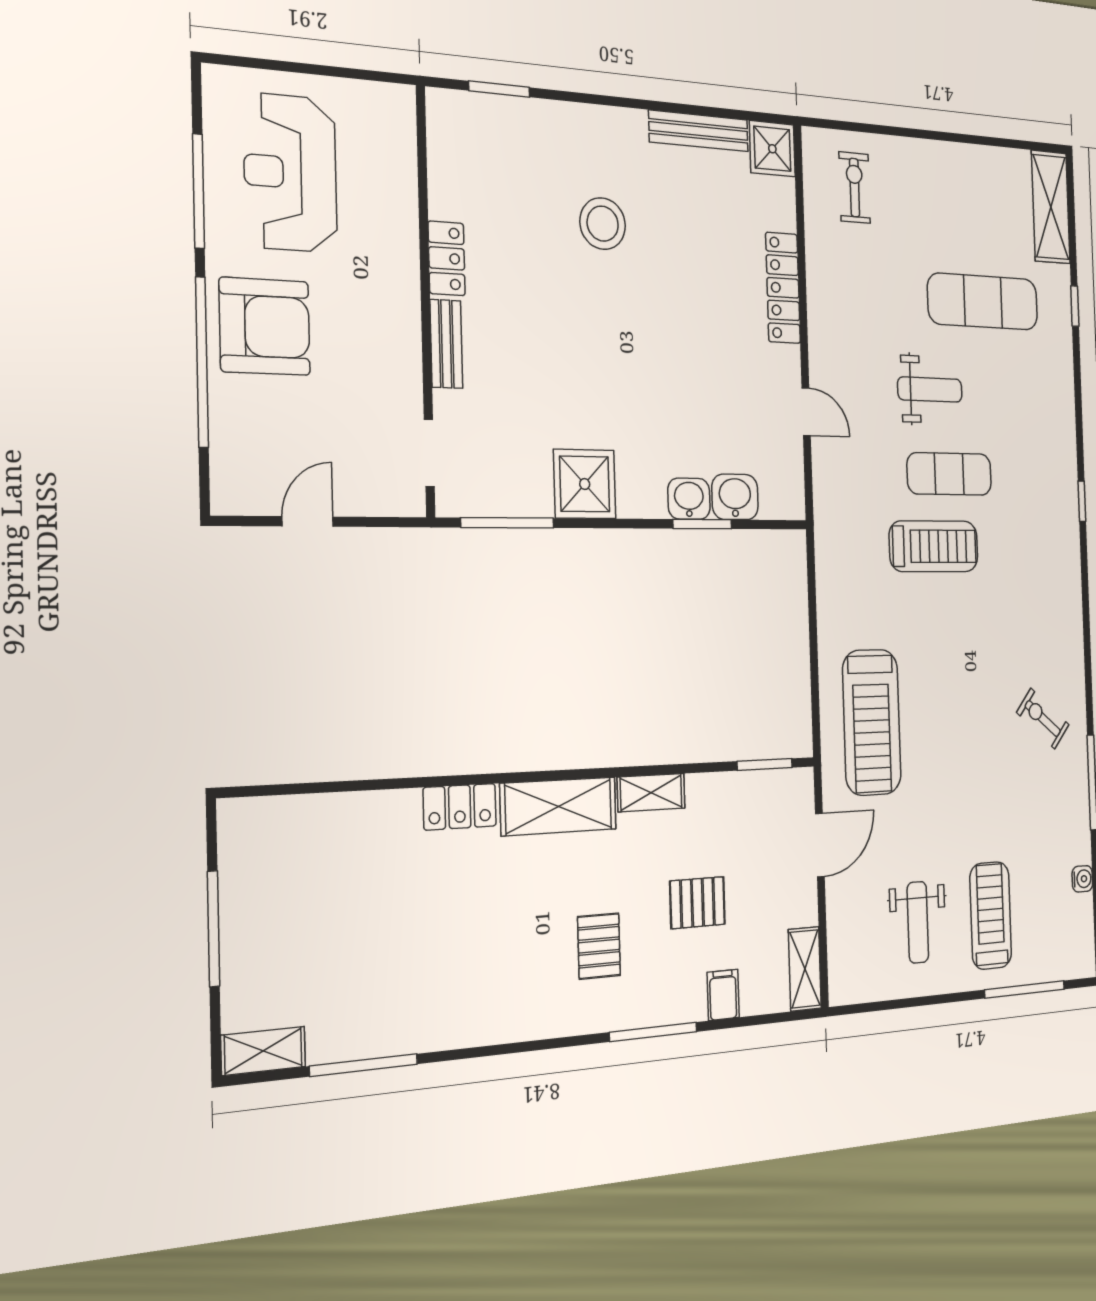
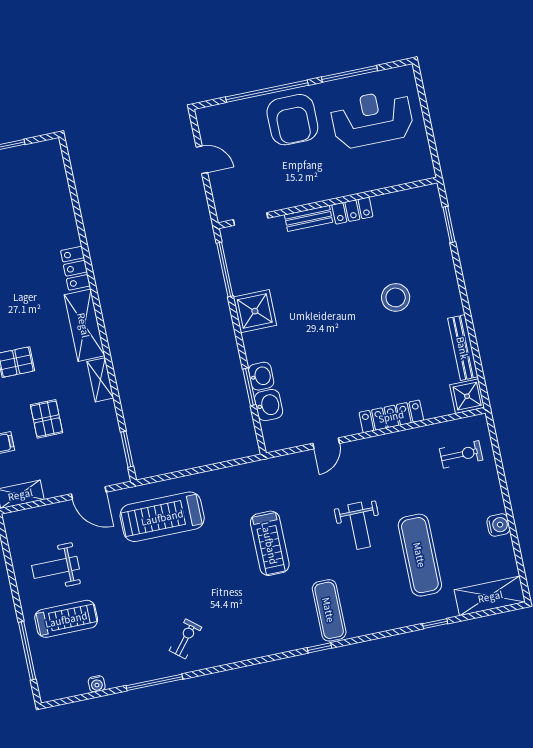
water cooler: (960, 160) -> (498, 525), added
exercise mat: (949, 474) -> (329, 610), moved

